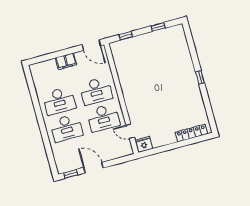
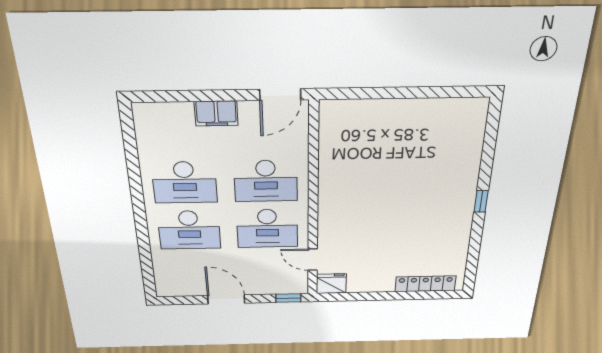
window: (158, 27) -> (436, 92), removed
window: (126, 36) -> (361, 93), removed
door: (91, 45) -> (280, 95), hinge flipped
window: (71, 174) -> (288, 298), moved

